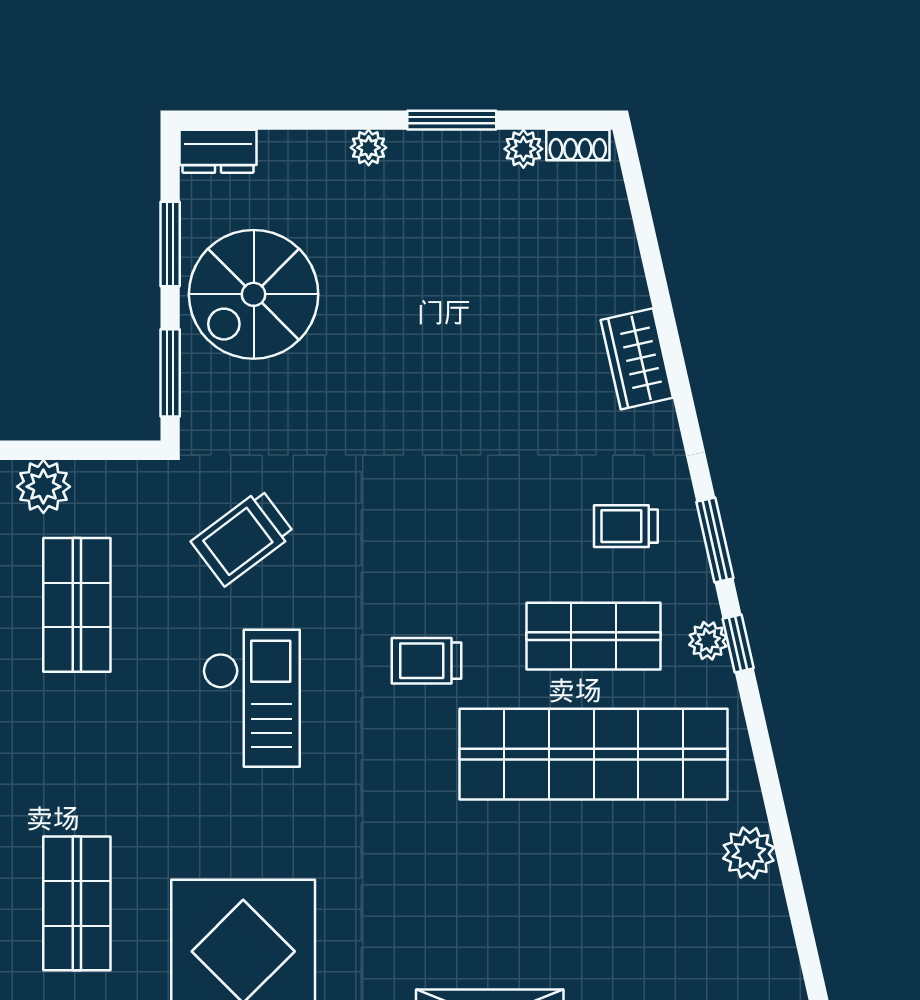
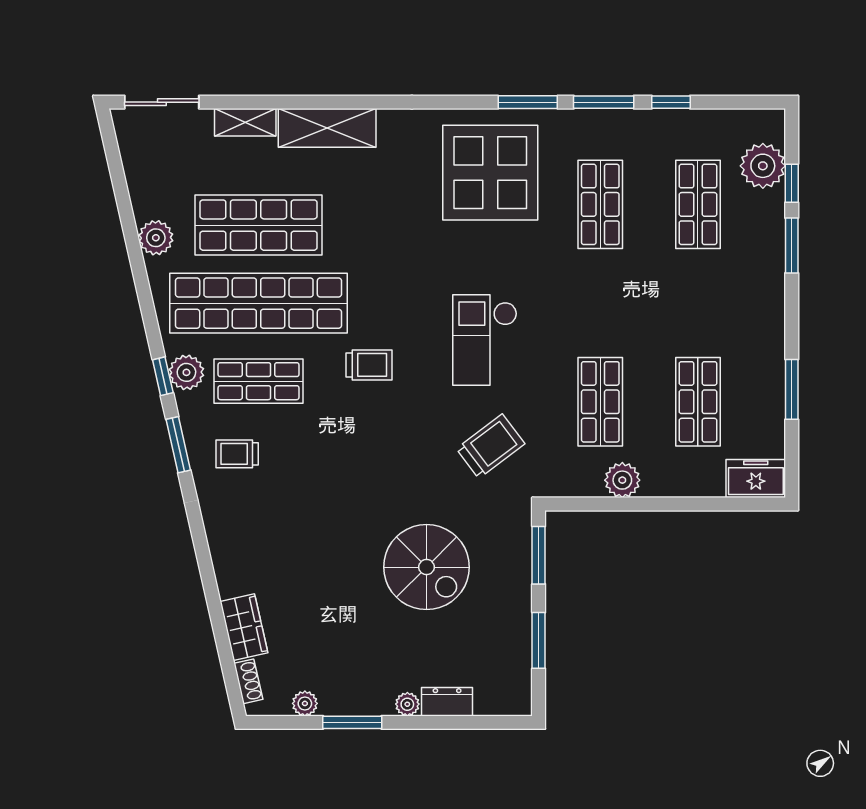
shoe rack: (578, 145) -> (248, 681), moved, turned 77
dresser: (218, 151) -> (447, 702), moved
spiral stairs: (254, 294) -> (427, 567), moved, turned 90
wardrobe: (637, 359) -> (244, 627), moved
trolley: (626, 526) -> (237, 454), turned 180
plant: (708, 641) -> (186, 372), width x1.38, depth x1.38
shop shelf: (594, 872) -> (259, 225), added

